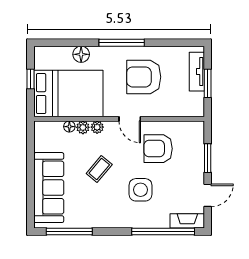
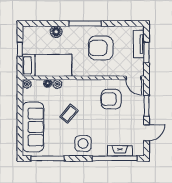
bed: (68, 94) -> (47, 65), width x0.67
door: (130, 119) -> (134, 78), moved
plant: (97, 127) -> (27, 84), moved
side table: (141, 190) -> (83, 144), moved
fireplace: (187, 221) -> (120, 151), moved

